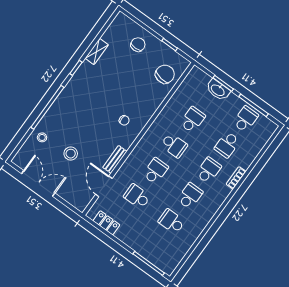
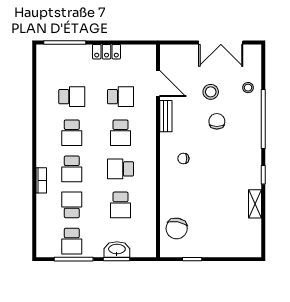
chair: (138, 45) -> (217, 121), moved, turned 180
locker: (106, 223) -> (106, 52), moved

